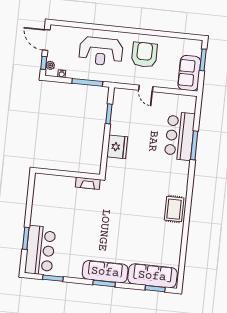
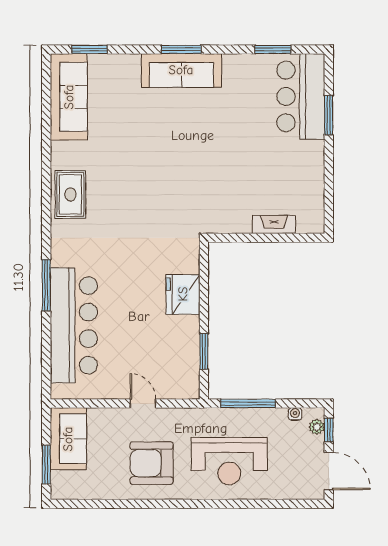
reception desk: (101, 51) -> (229, 461), turned 180
armchair: (144, 55) -> (152, 463), turned 90
bar counter: (180, 136) -> (74, 325), width x1.36
window: (194, 145) -> (46, 285), moved
fireplace: (88, 183) -> (274, 224), moved
sofa: (152, 276) -> (69, 97), moved, turned -90

